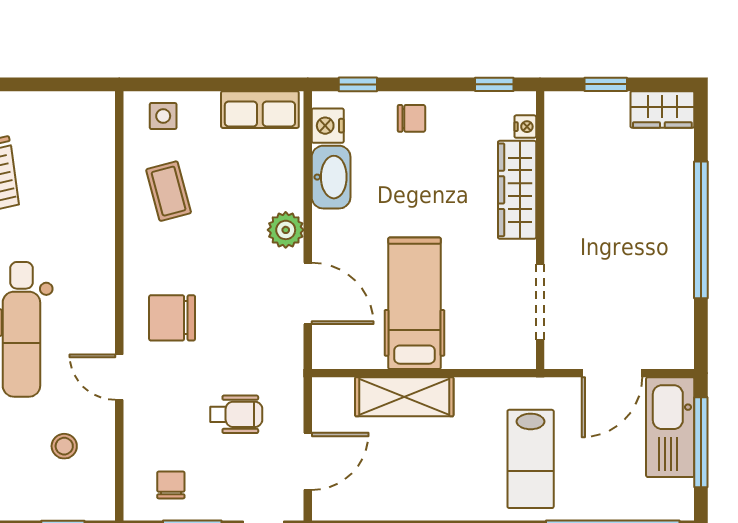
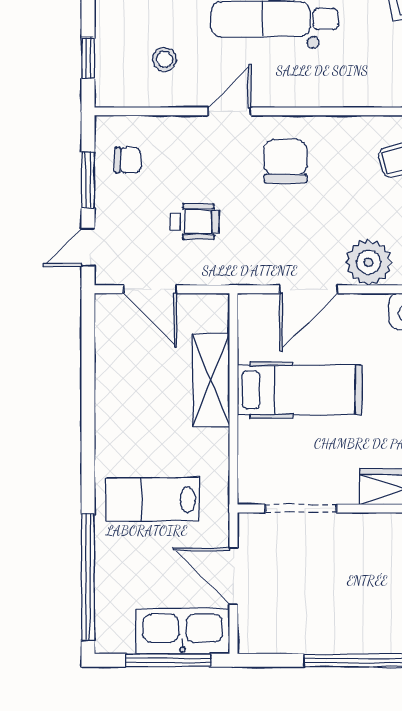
plant: (286, 230) -> (369, 262), width x1.36, depth x1.36
wheelchair: (236, 414) -> (195, 222), turned -90

